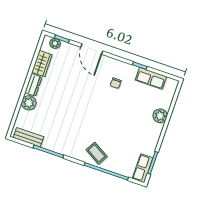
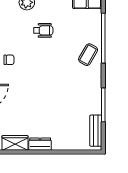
plant: (29, 103) -> (60, 142), removed
wheelchair: (131, 122) -> (43, 30), added

